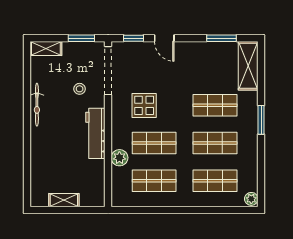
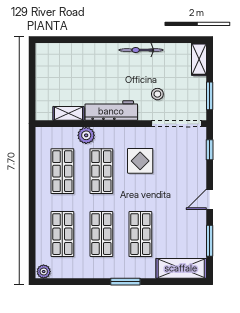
door: (164, 38) -> (210, 199), moved
shelving: (64, 200) -> (68, 113), moved, turned 90

